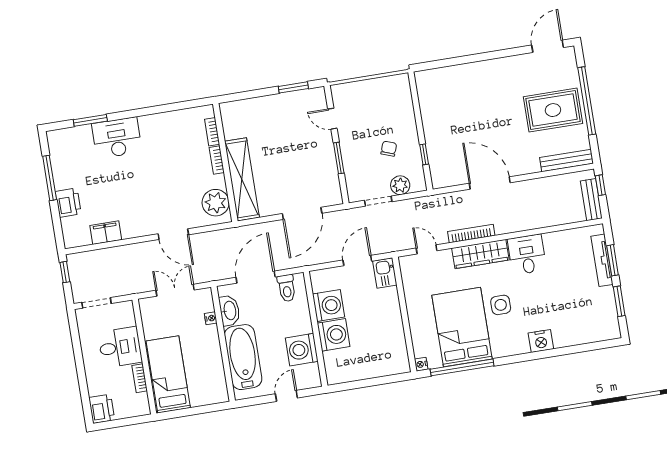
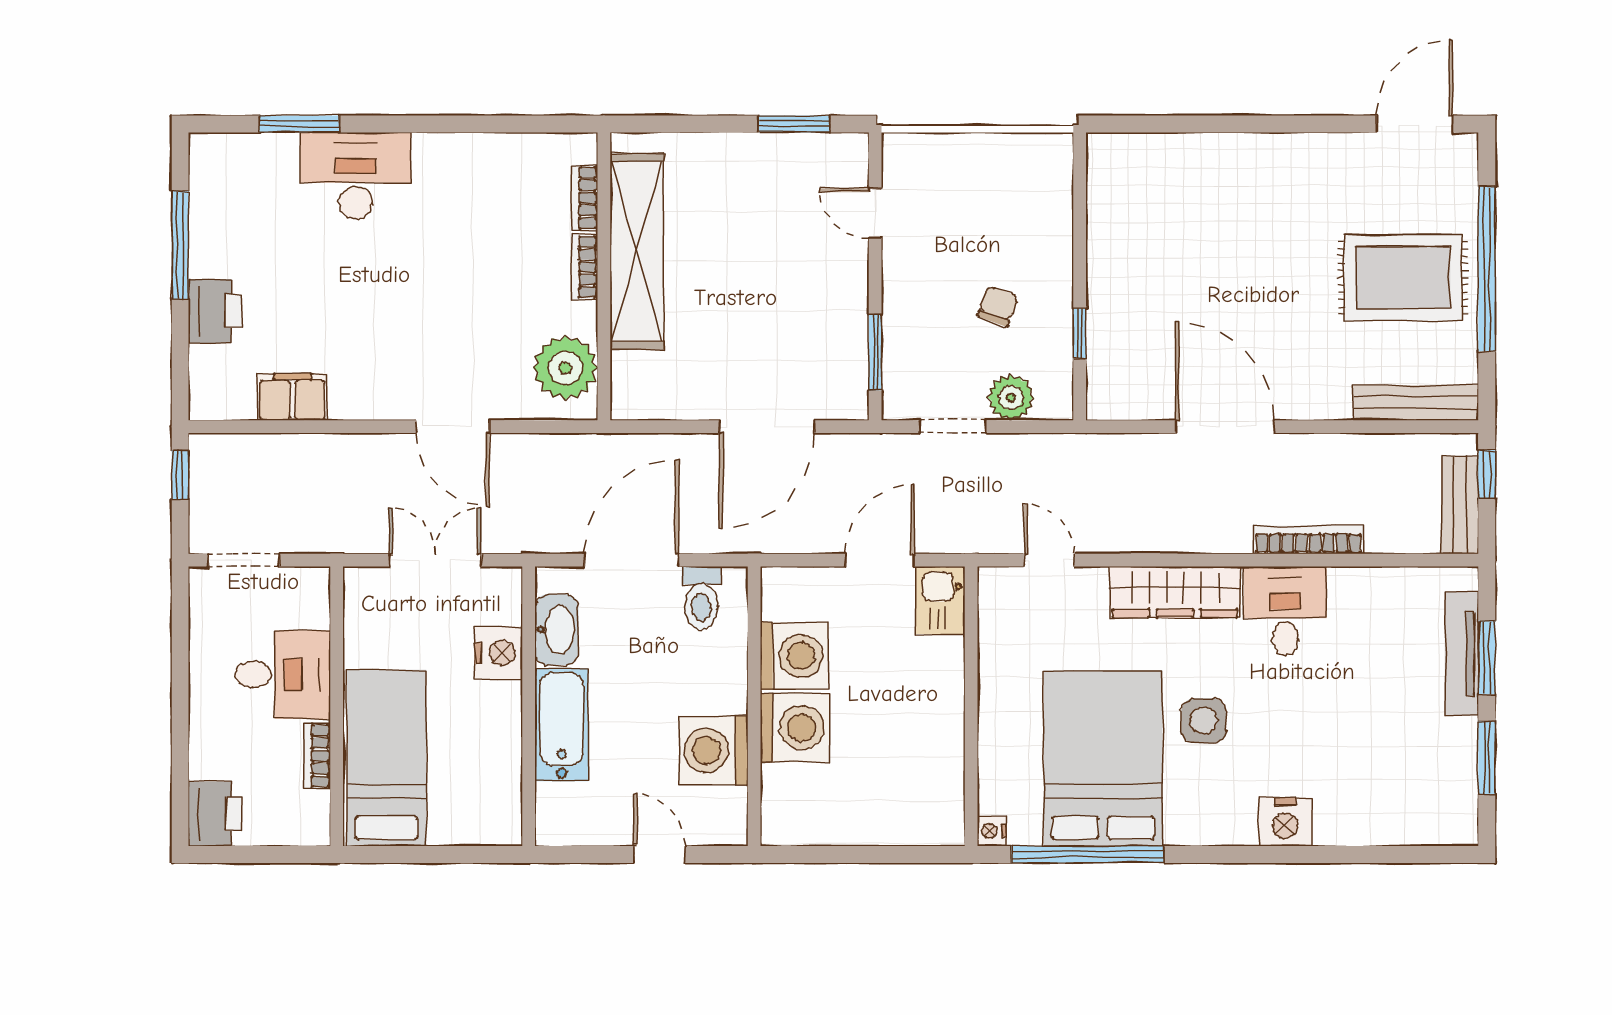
window: (339, 158) -> (875, 352), moved
shelving: (242, 179) -> (637, 251), moved
bookcase: (471, 234) -> (1309, 540), moved
nightstand: (211, 318) -> (499, 653), width x1.89, depth x1.79
bathtub: (243, 357) -> (562, 725), width x0.73, depth x0.73
door: (286, 396) -> (659, 854), hinge flipped

